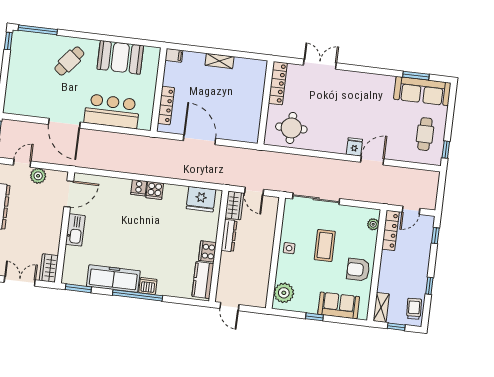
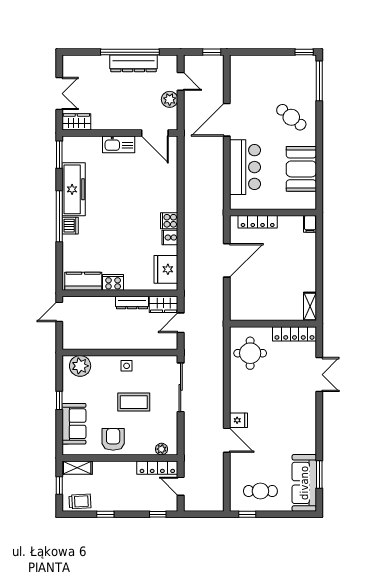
shelving: (219, 61) -> (310, 306), moved
cooker: (139, 188) -> (170, 238), moved

